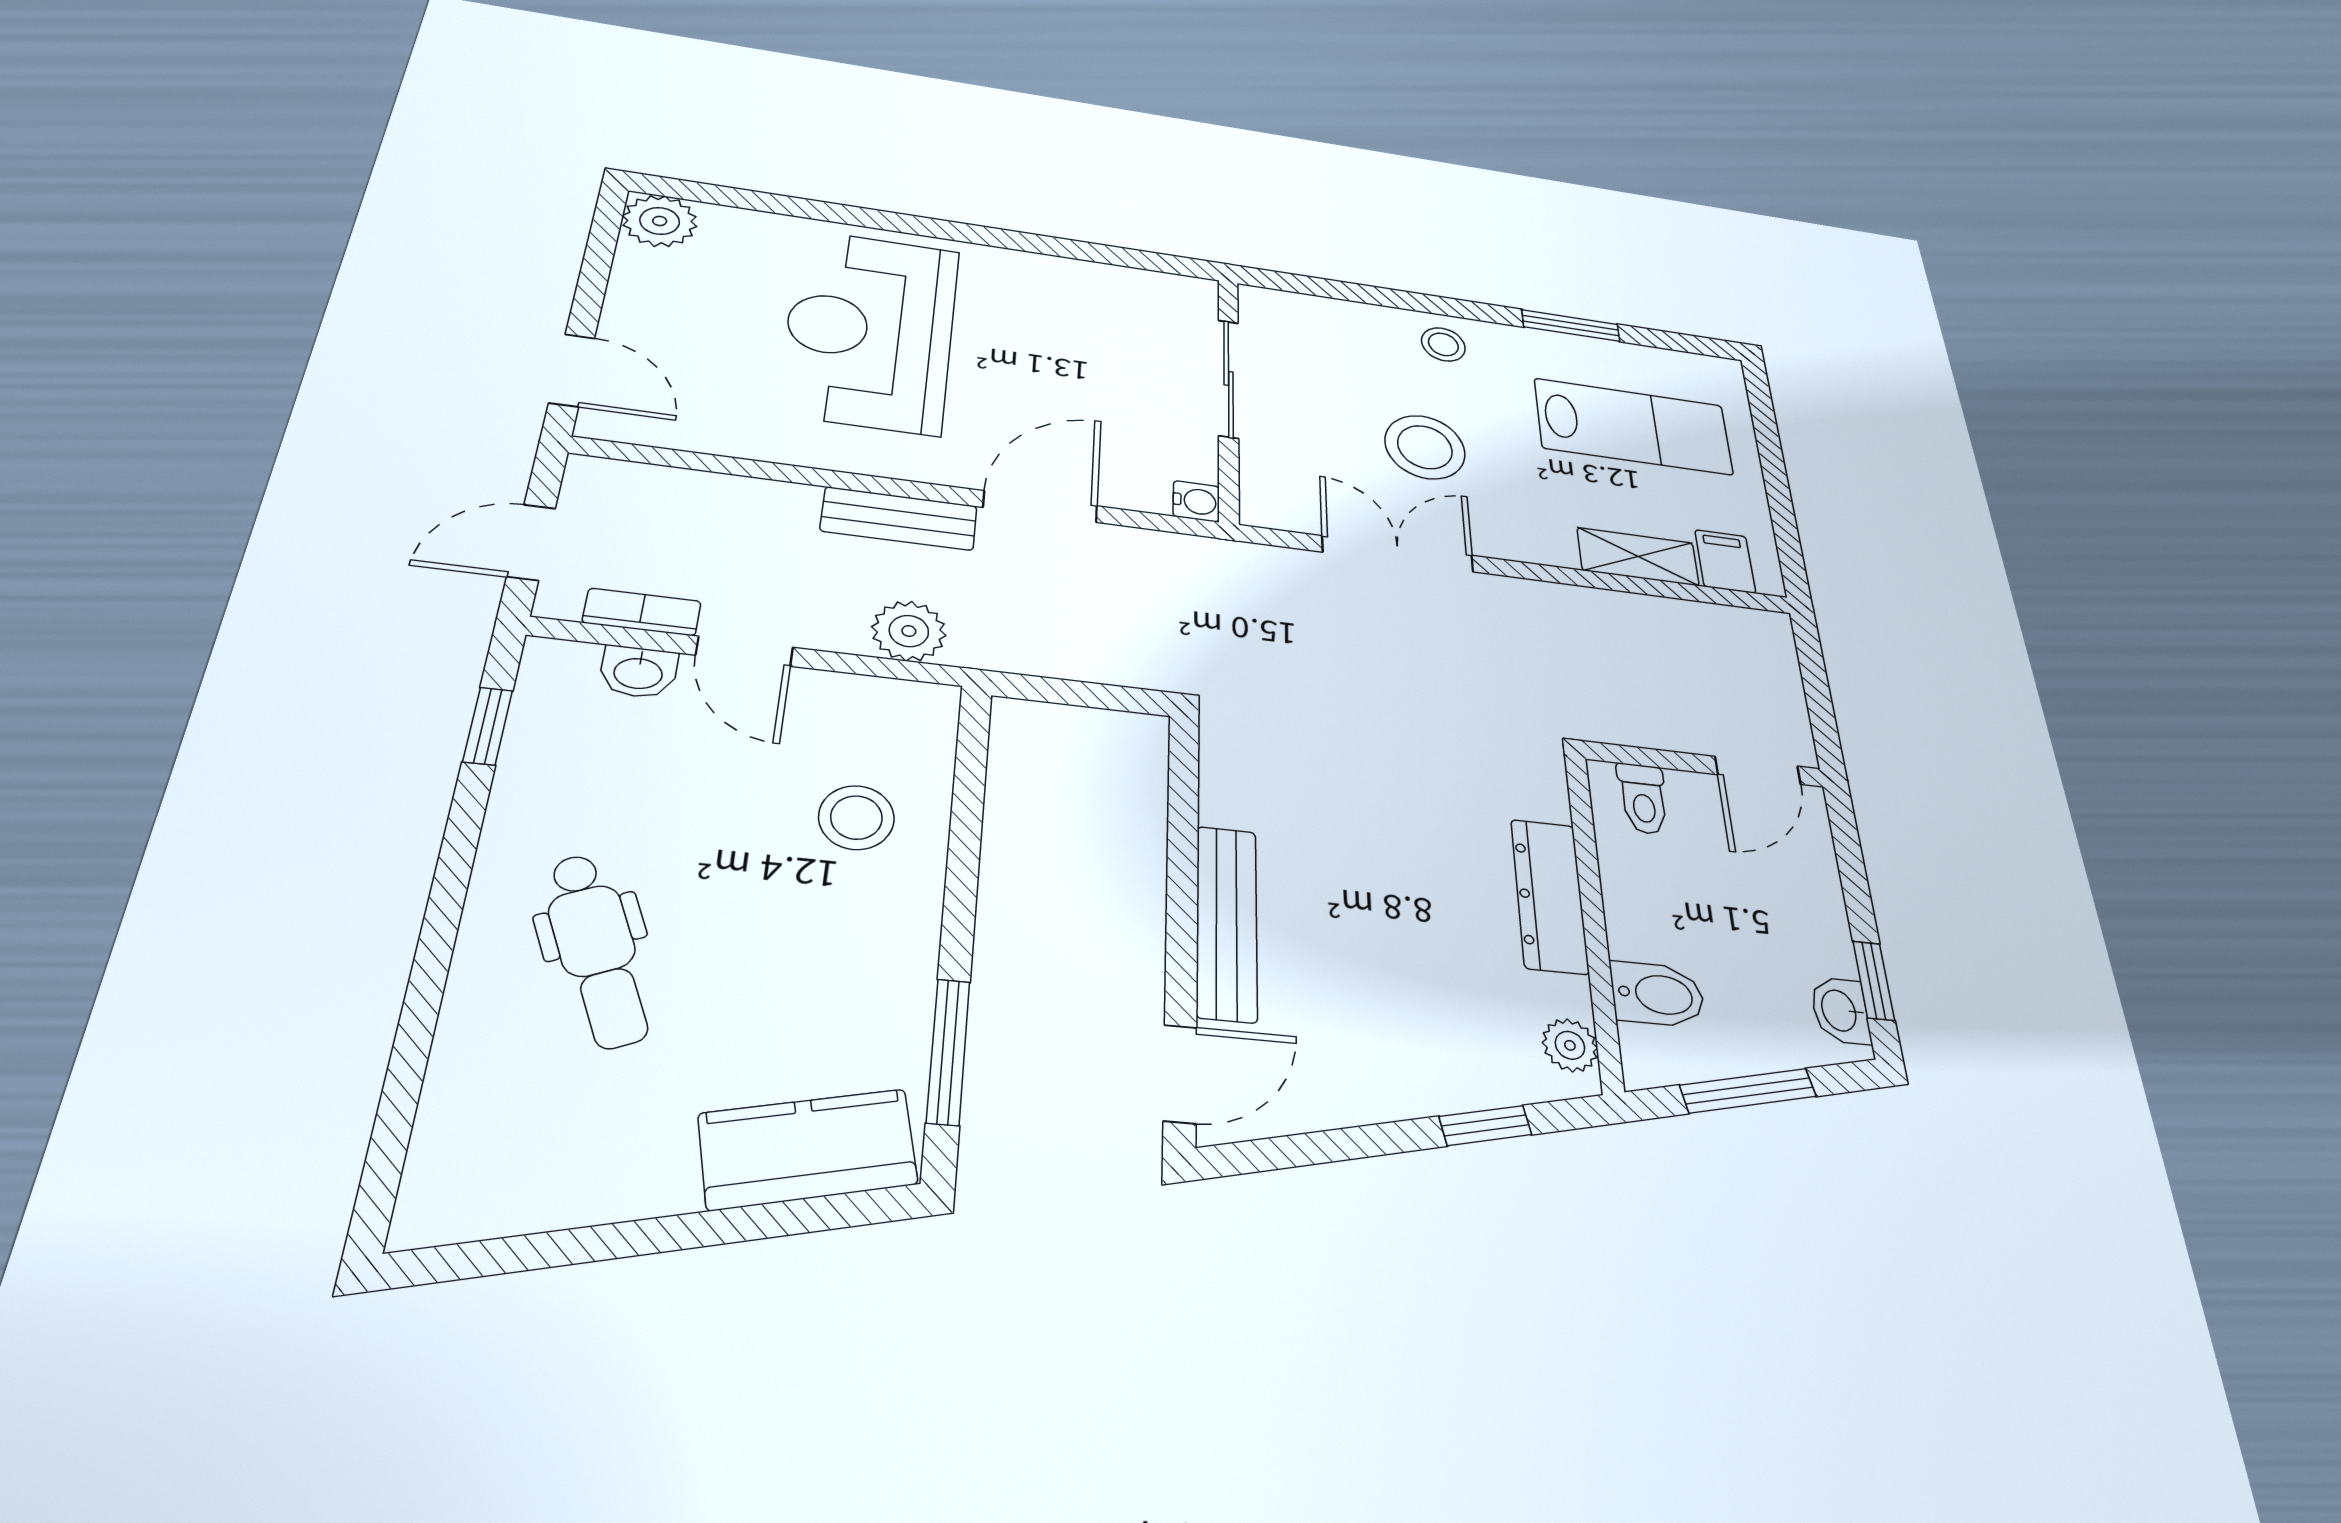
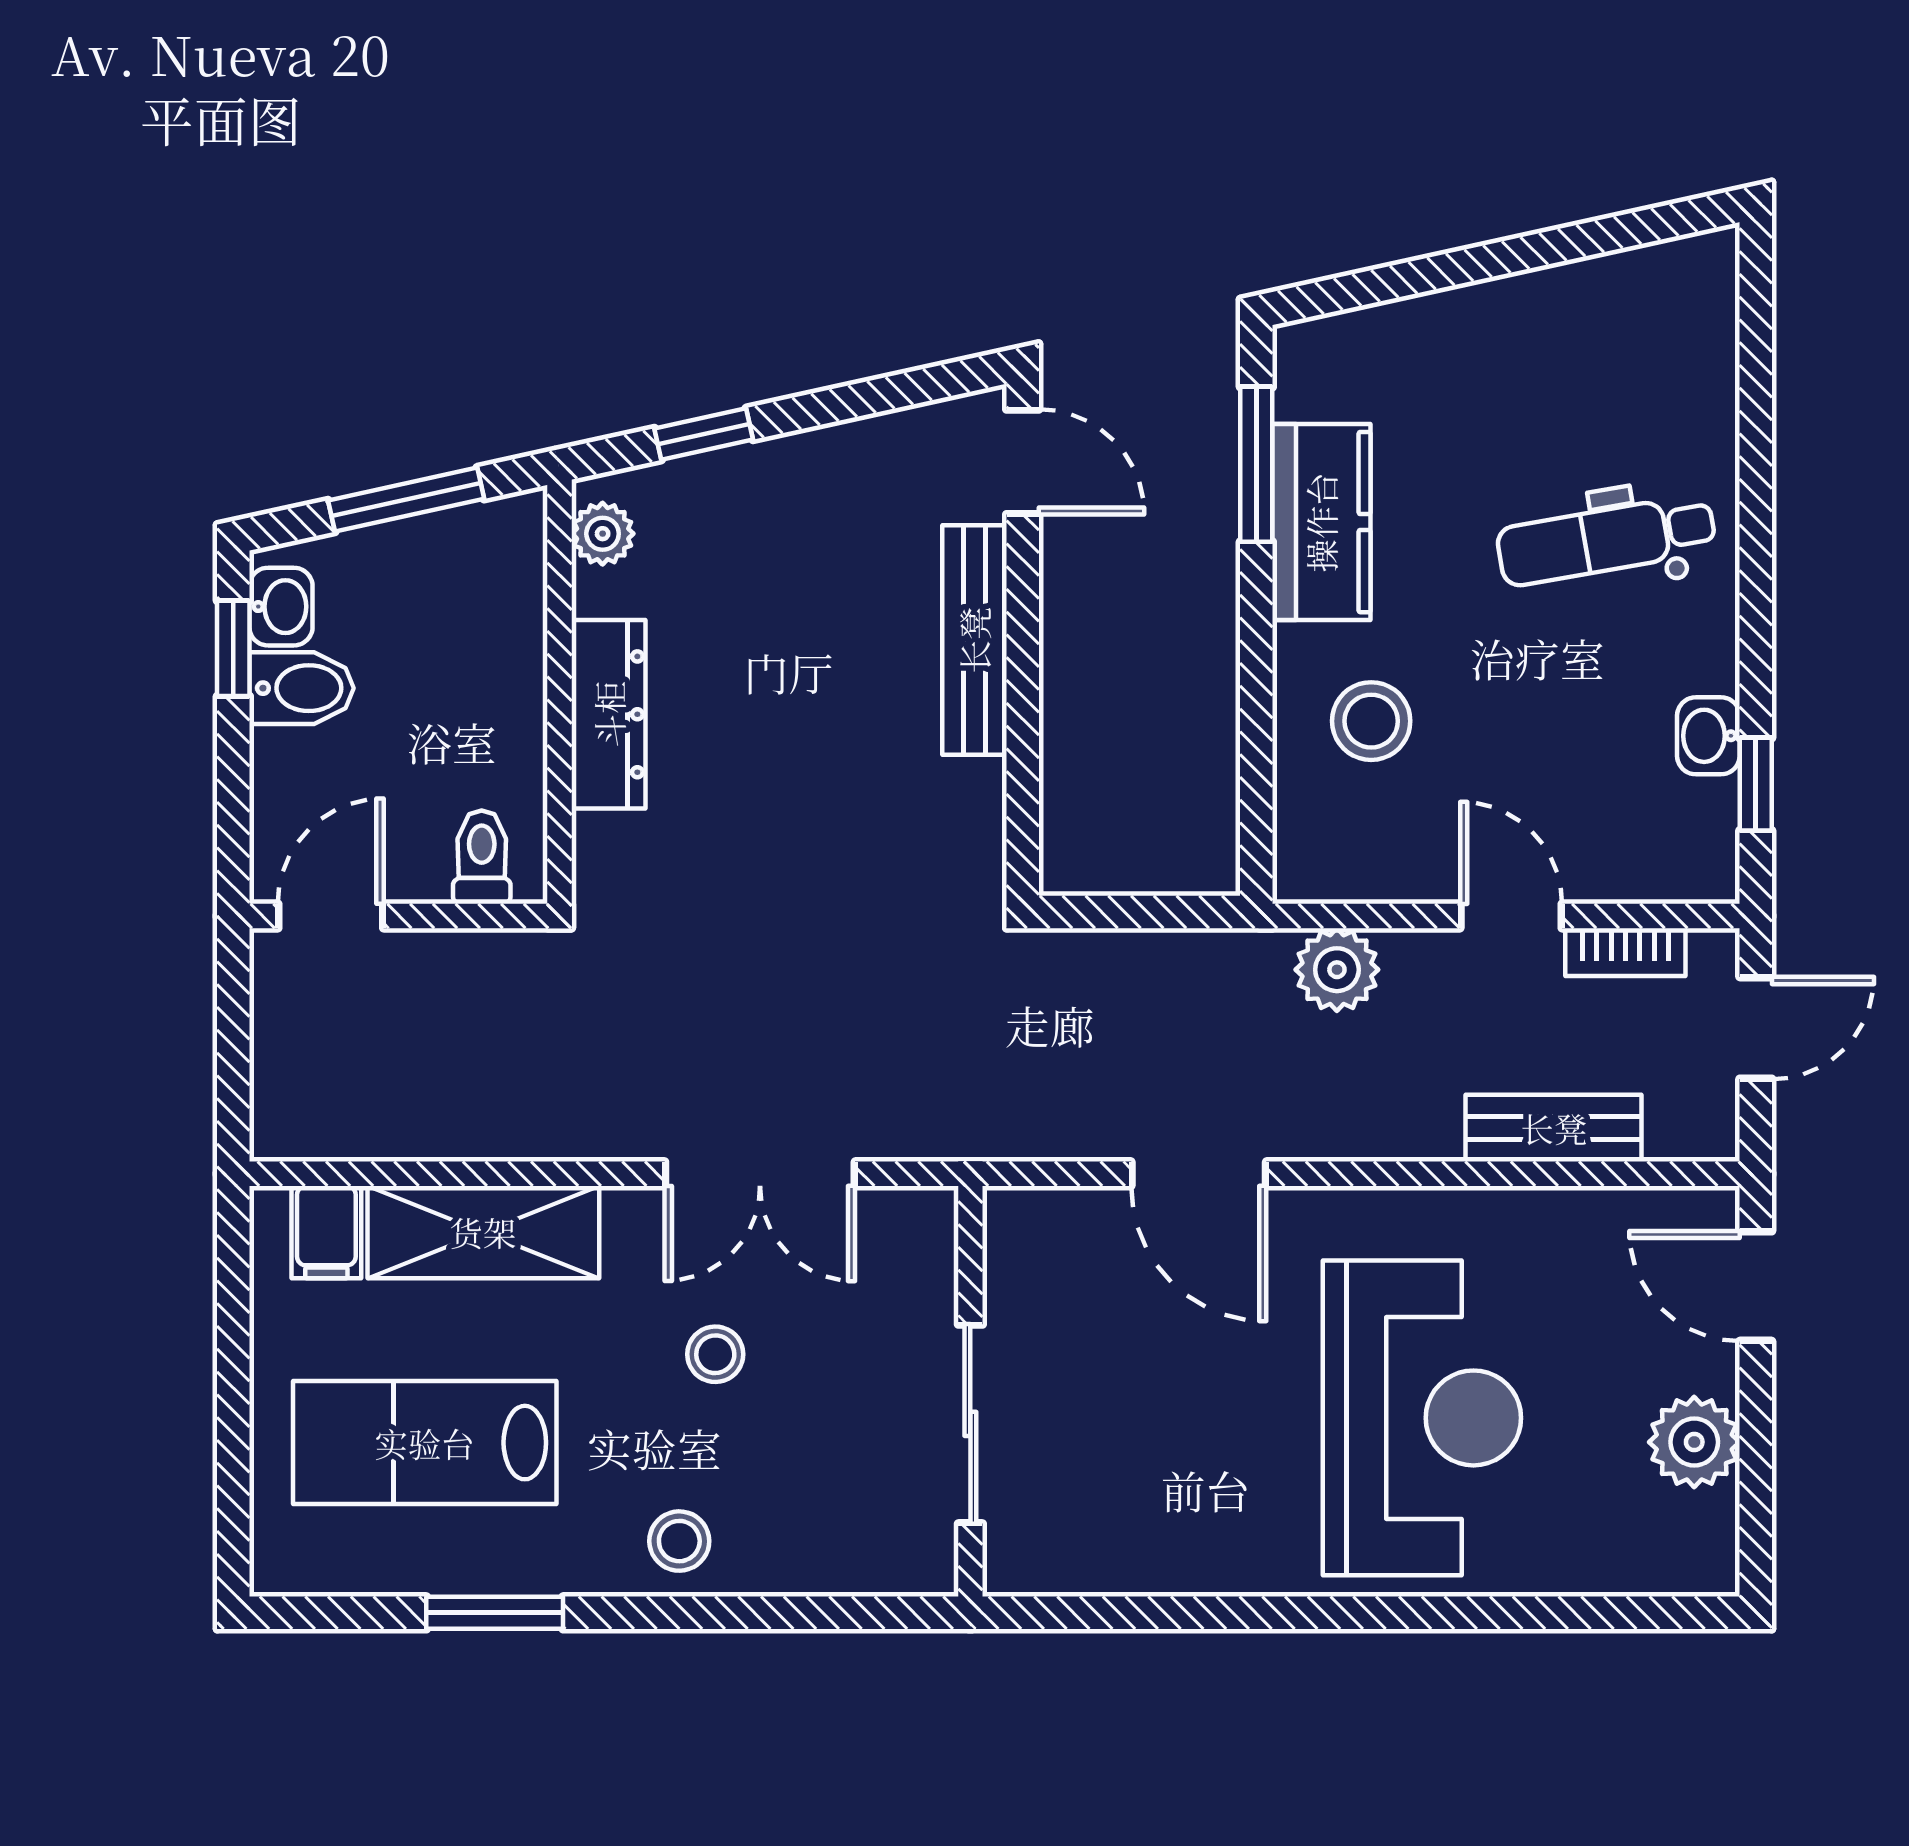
plant: (660, 221) -> (1694, 1442), moved
stool: (1425, 447) -> (715, 1354), width x0.53, depth x0.53
water cooler: (1196, 501) -> (1011, 1214), removed
door: (1040, 507) -> (1199, 1174), hinge flipped
bench: (899, 519) -> (1554, 1128), moved
shelving: (1638, 557) -> (483, 1232), width x1.50, depth x1.33
washbasin: (638, 672) -> (1708, 736), moved, turned -90
dental chair: (597, 949) -> (1606, 540), turned -77
bidet: (1658, 994) -> (302, 688), moved, turned 180
door: (1180, 1074) -> (1023, 462), swing flipped
kitchen counter: (808, 1149) -> (1321, 522), moved, turned -78

